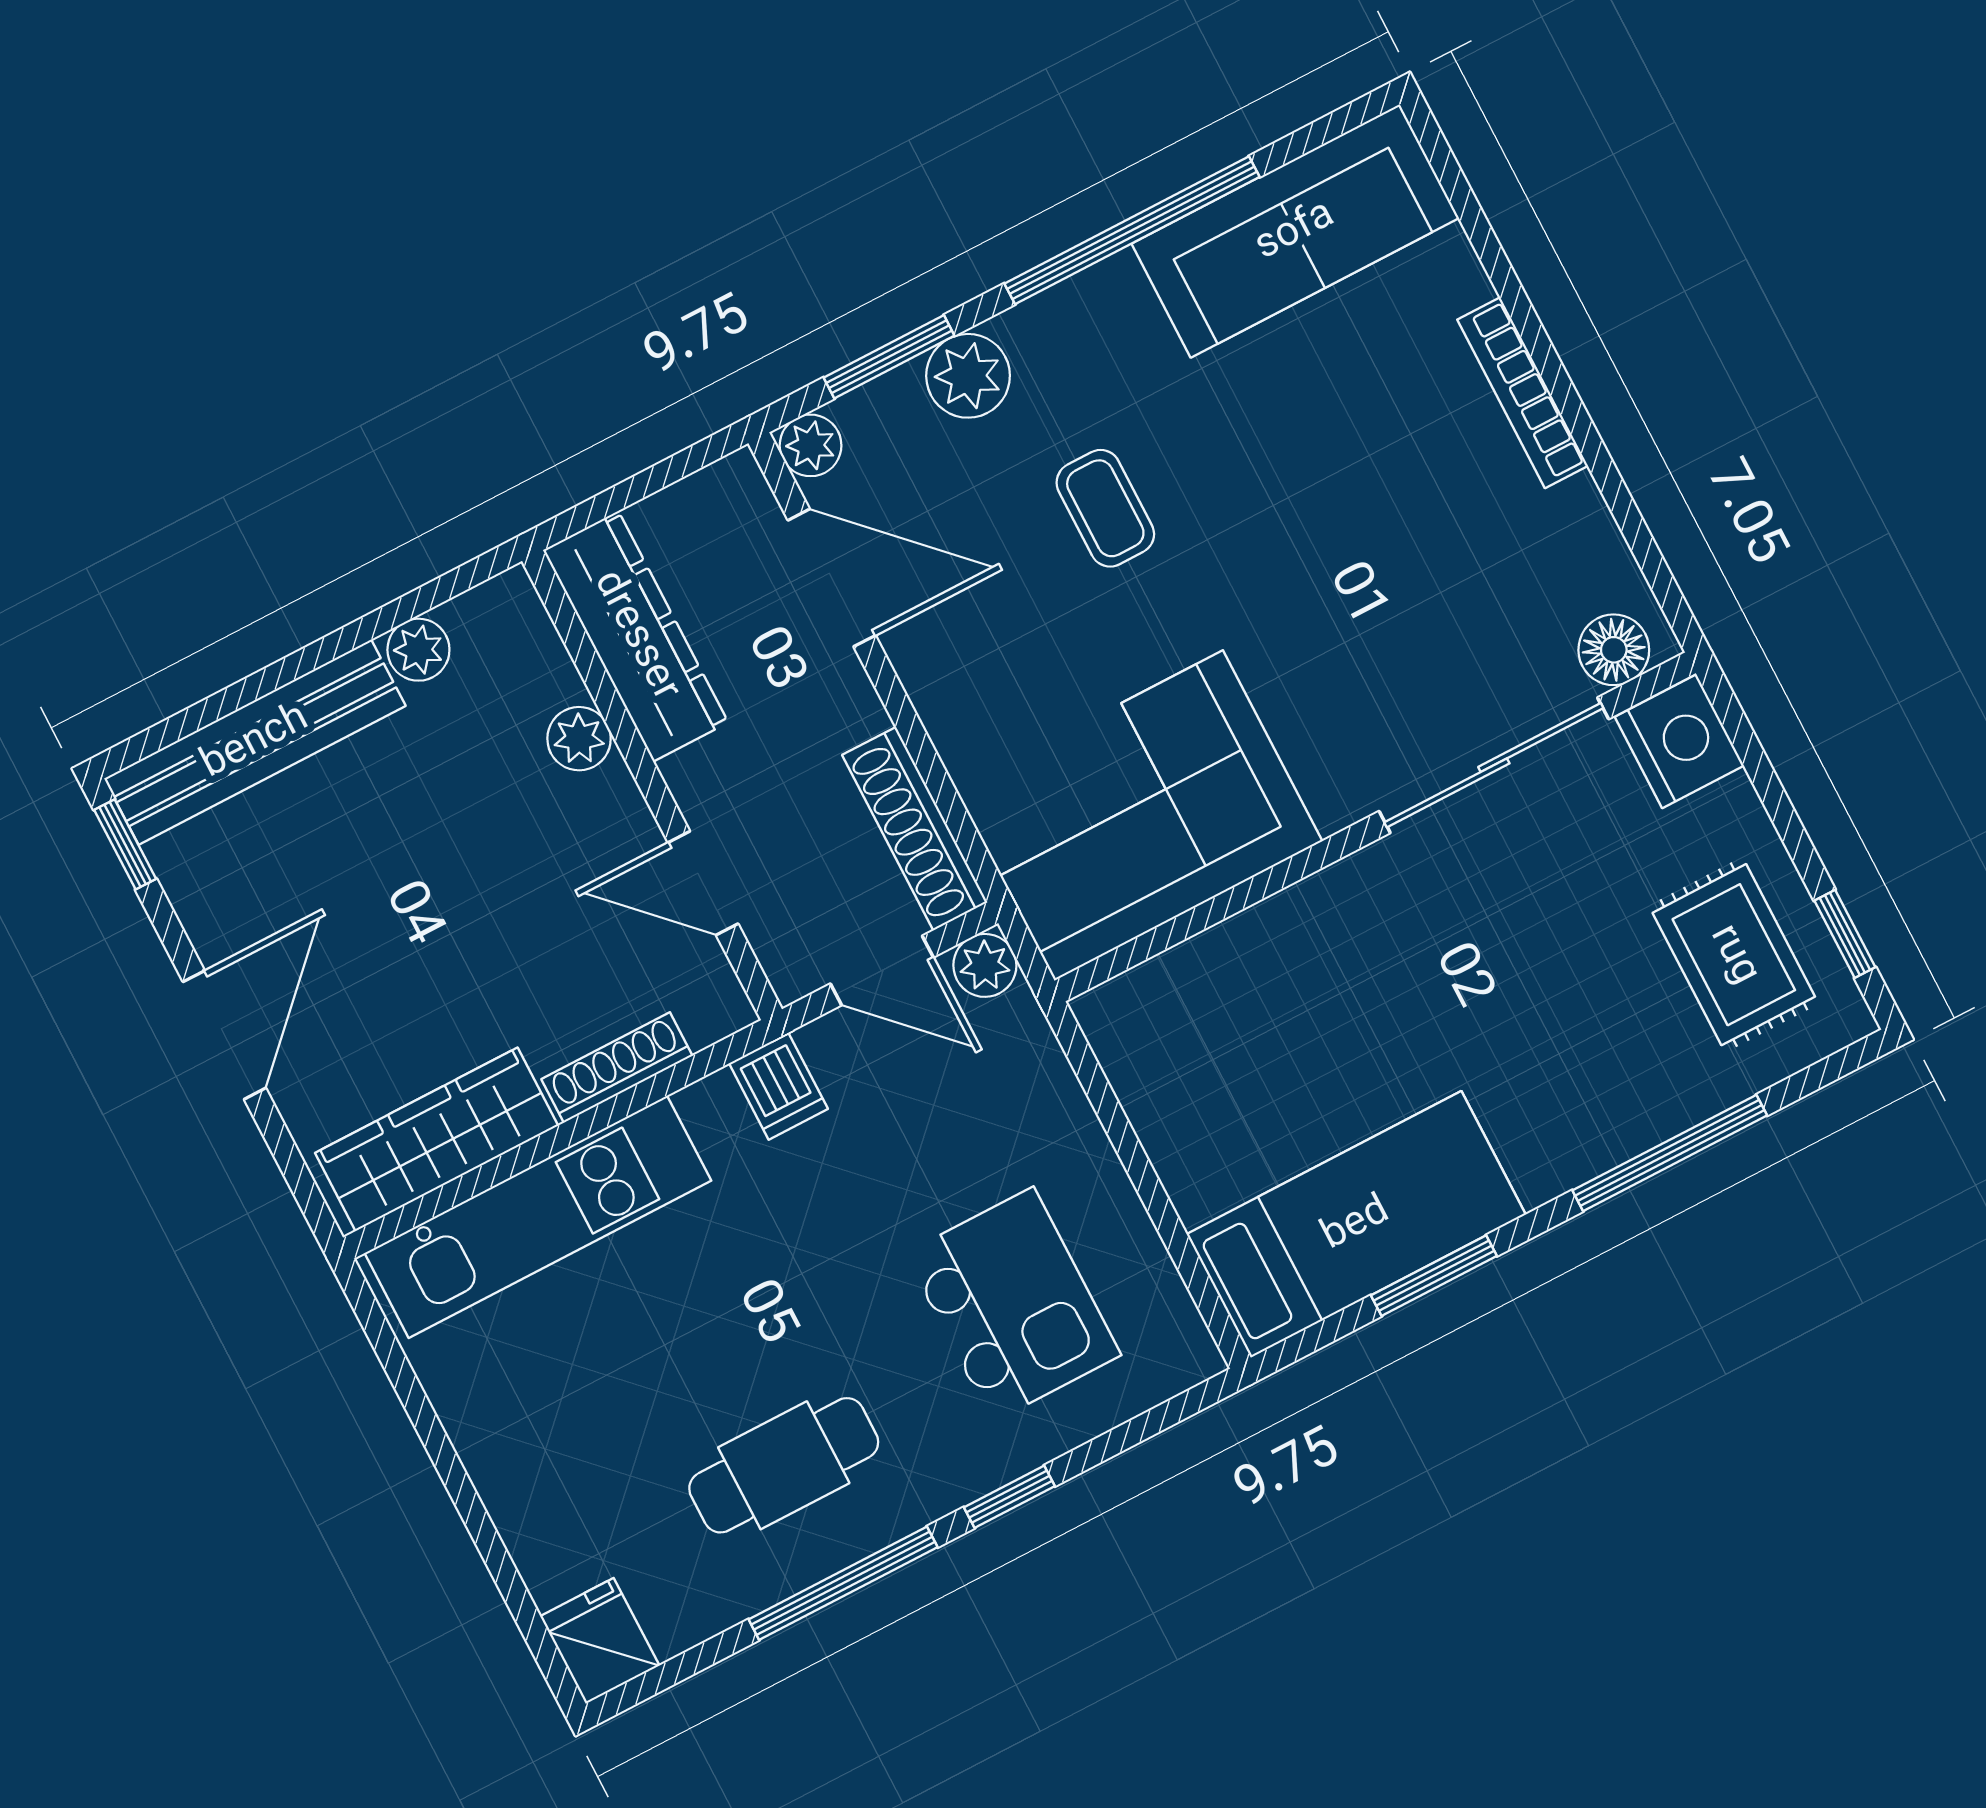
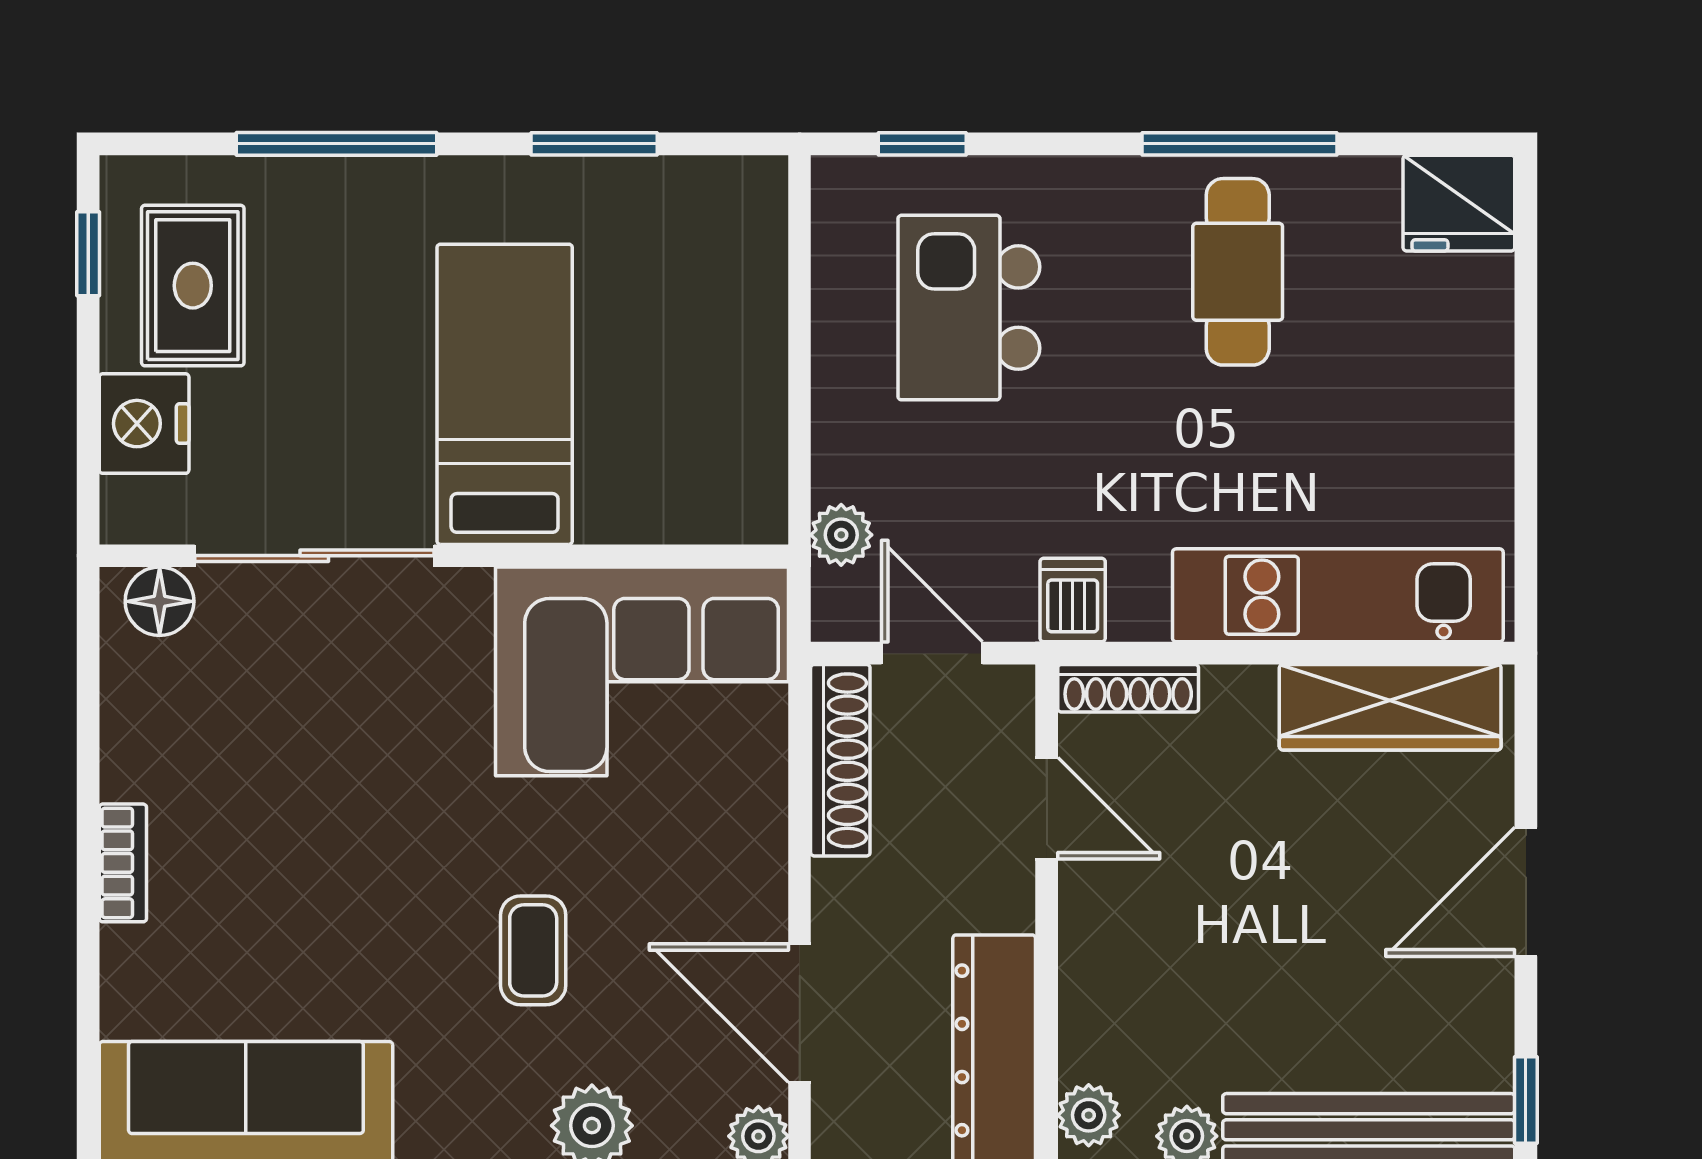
bookcase: (1523, 393) -> (123, 863), width x0.64
plant: (579, 739) -> (1089, 1115), moved
nightstand: (1679, 741) -> (144, 424), moved
plant: (985, 965) -> (841, 535), moved
shoe rack: (617, 1067) -> (1128, 688), moved
bed: (1356, 1224) -> (505, 394), moved, turned 90
cafe table: (784, 1465) -> (1238, 272), turned 90
window: (1009, 1497) -> (922, 144), moved
fridge: (600, 1641) -> (1459, 203), width x1.38

